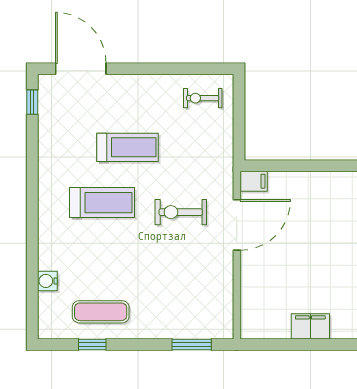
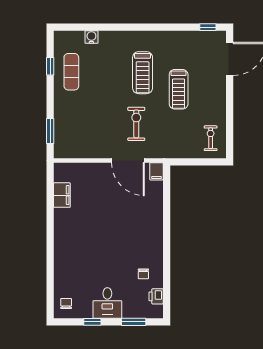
filing cabinet: (310, 326) -> (62, 195), moved

